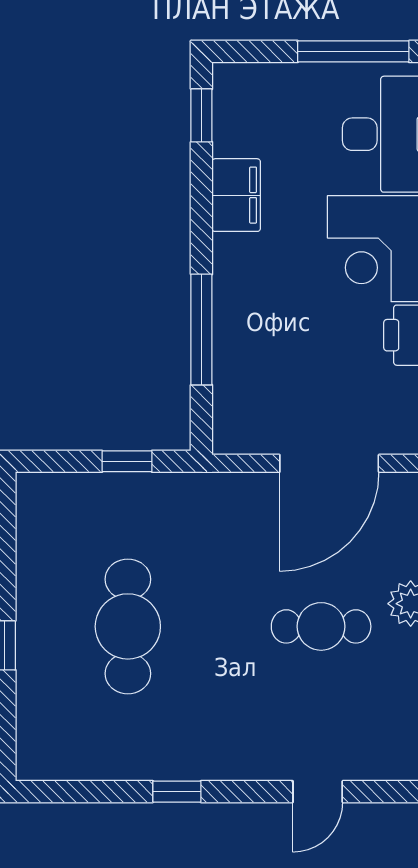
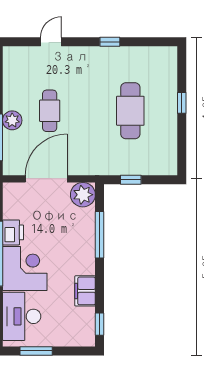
window: (353, 51) -> (36, 351), width x0.69
plant: (241, 425) -> (83, 195), added
cafe table: (321, 626) -> (50, 111), turned 90

